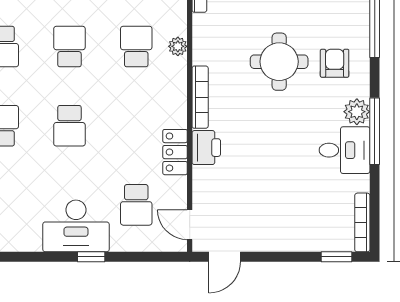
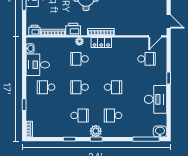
printer: (206, 148) -> (73, 29), moved
locker: (175, 152) -> (101, 42), moved
desk: (76, 226) -> (156, 99), moved

